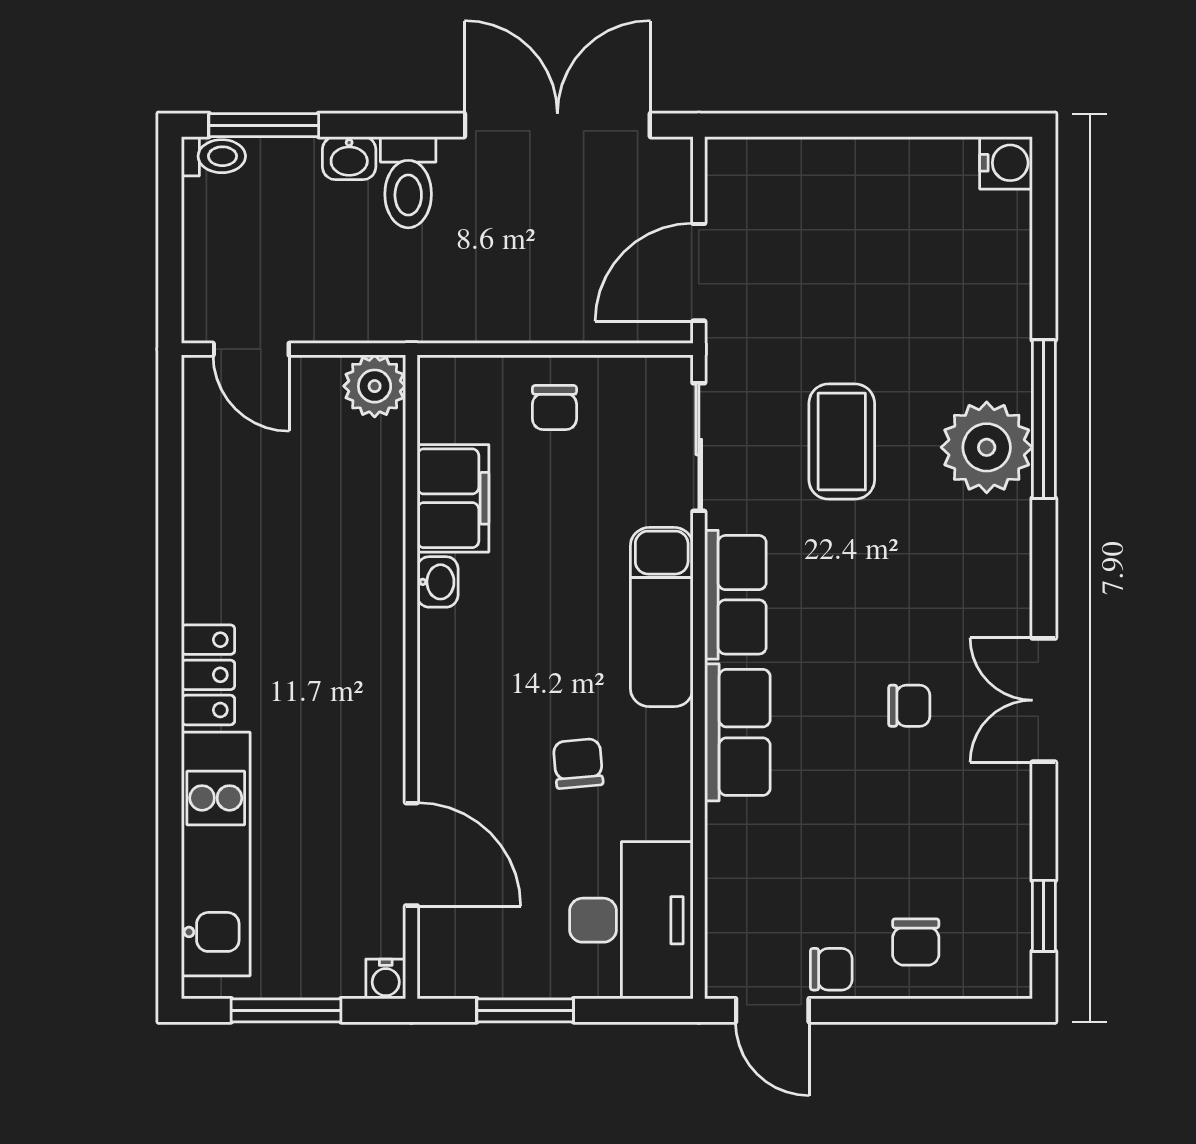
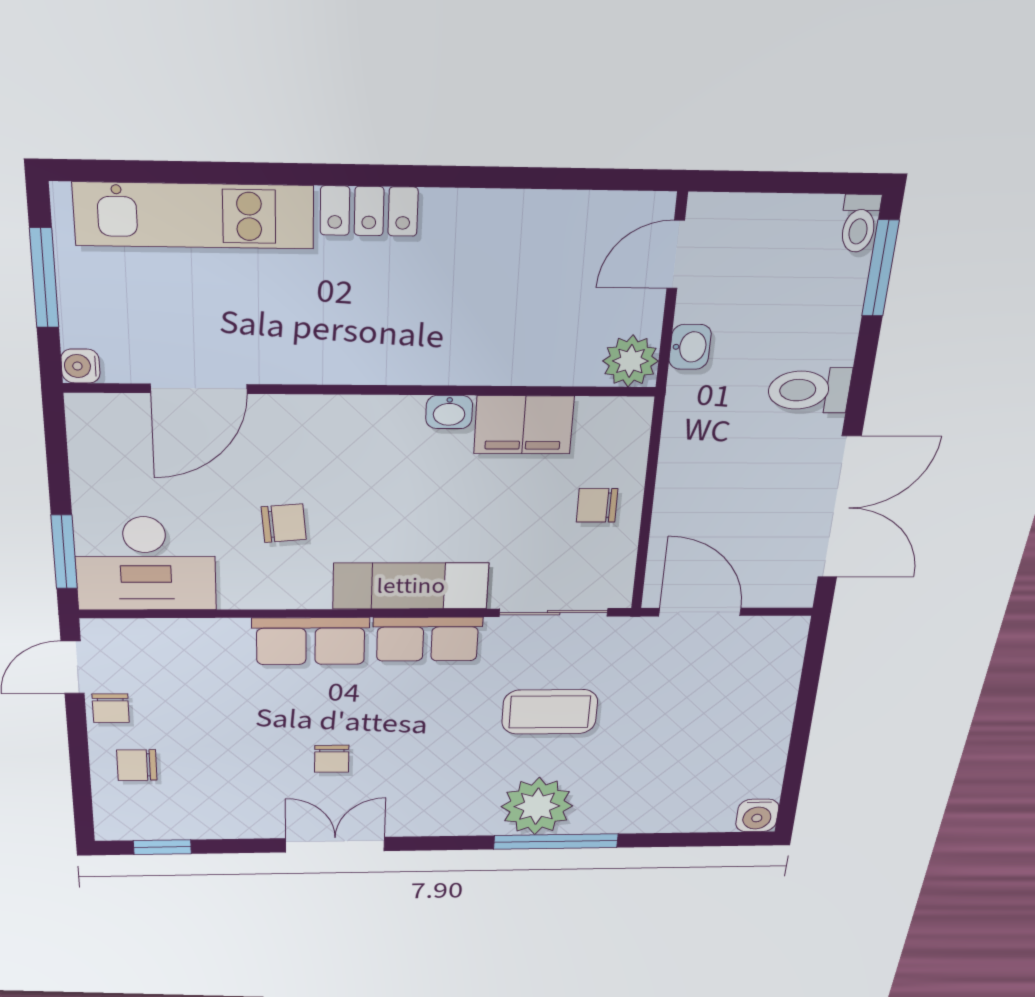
washbasin: (349, 158) -> (690, 347), moved, turned 180
window: (525, 1010) -> (64, 552), moved

